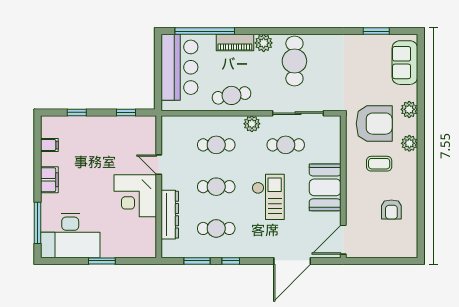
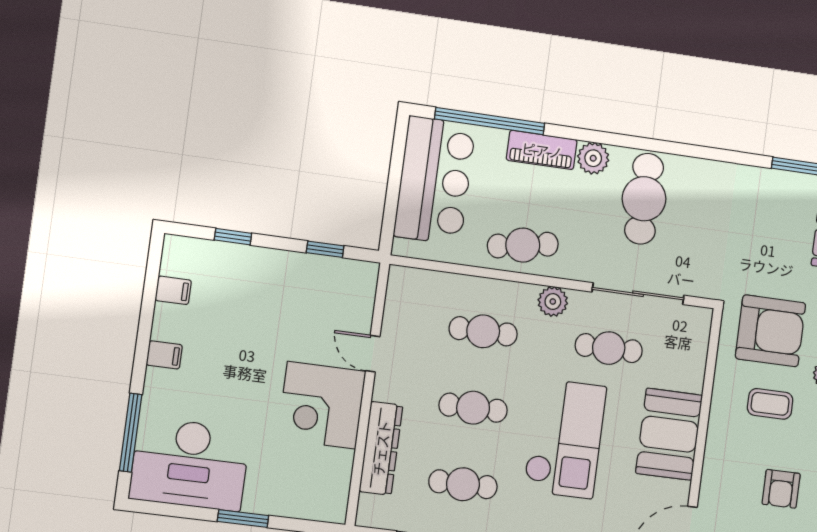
filing cabinet: (49, 180) -> (164, 355), width x0.50
checkout: (268, 197) -> (565, 439), width x1.36, depth x1.21

